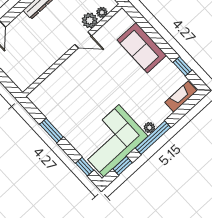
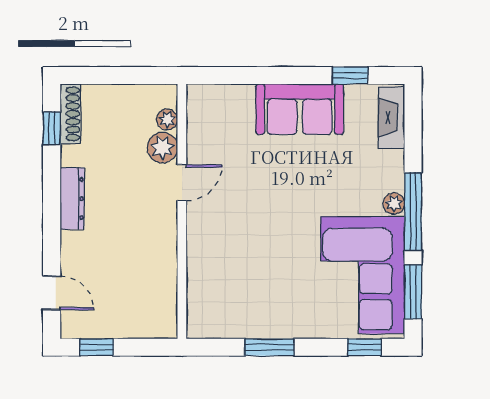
sofa: (142, 48) -> (300, 109), moved
window: (123, 166) -> (413, 292), width x1.50

